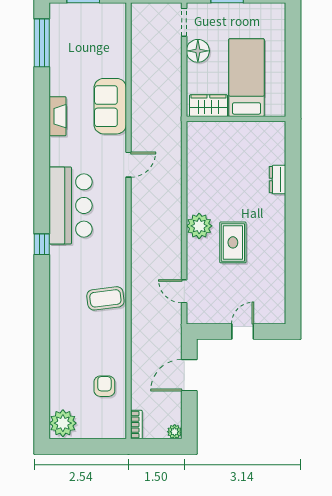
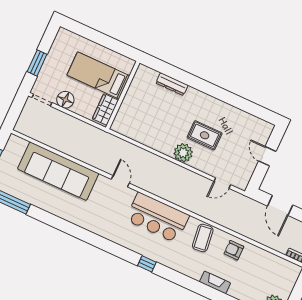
sofa: (110, 106) -> (58, 171), width x1.85, depth x1.27
fireplace: (58, 116) -> (215, 282), moved
dresser: (277, 180) -> (172, 84), width x1.44
bar counter: (71, 205) -> (157, 218), moved, turned 180
armchair: (104, 386) -> (234, 250), moved

